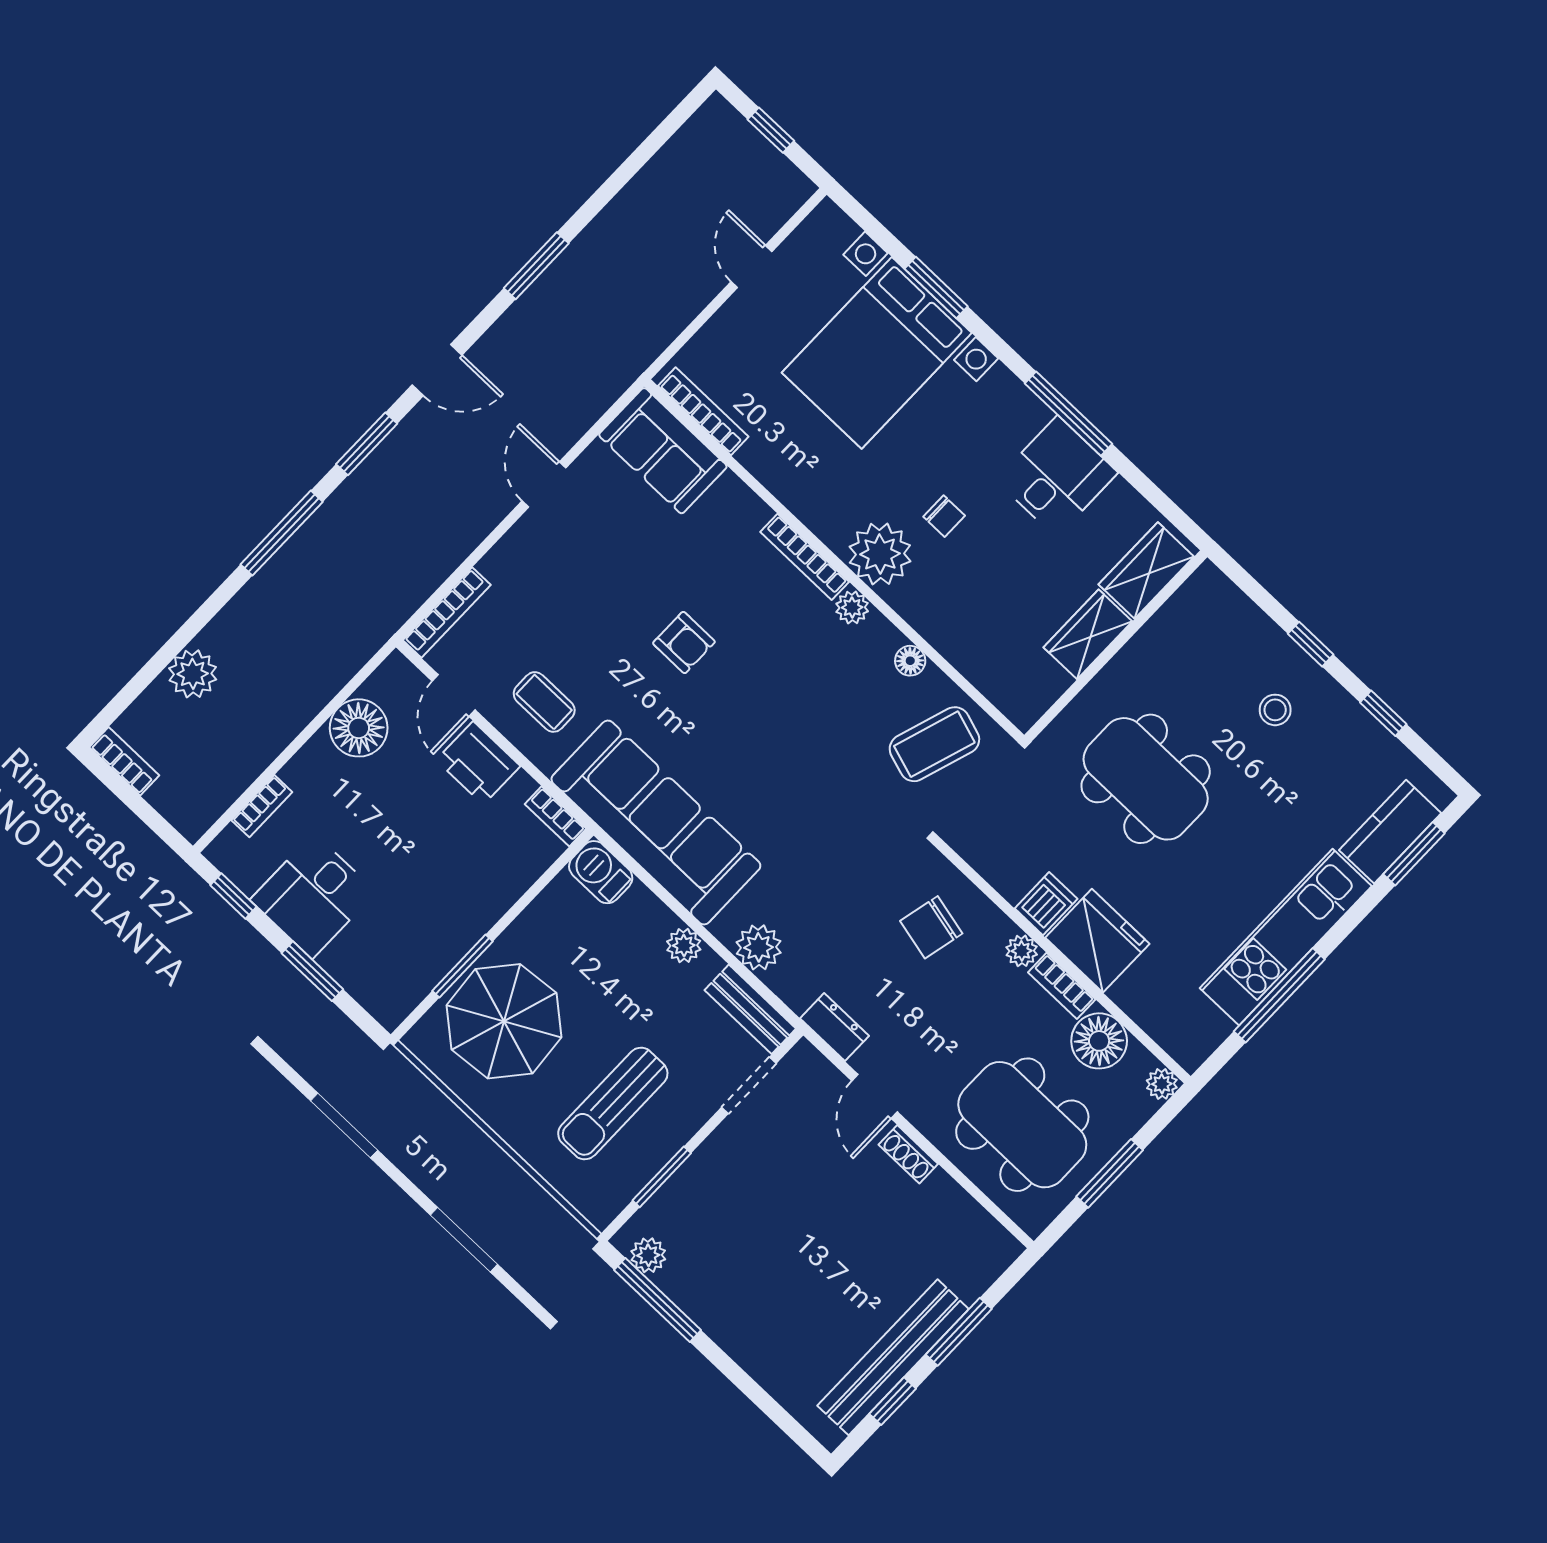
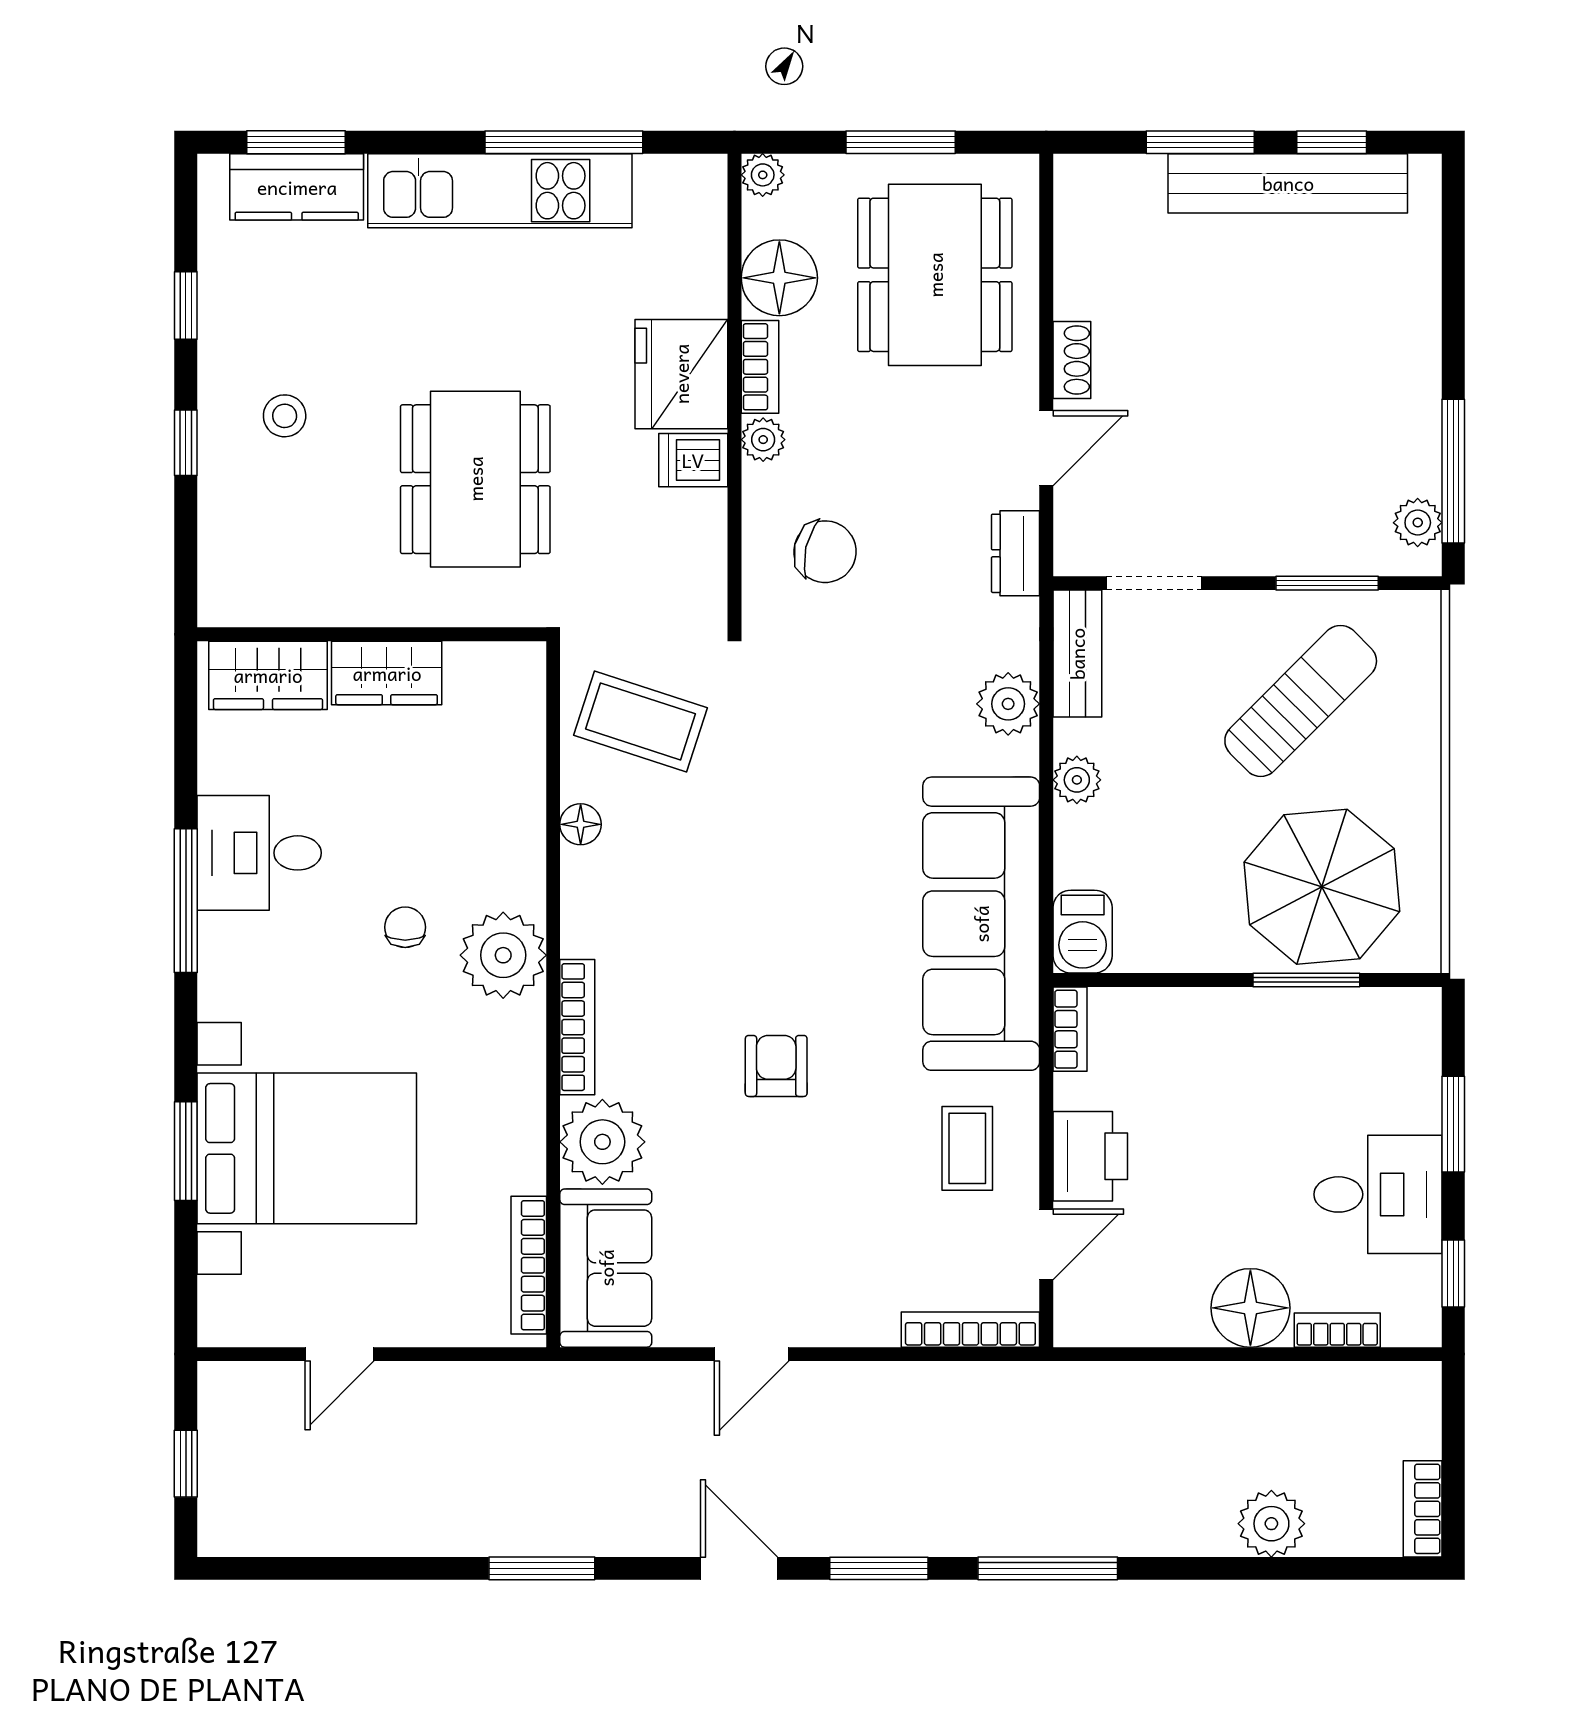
plant: (852, 607) -> (602, 1142), moved, width x1.87, depth x1.87
floor lamp: (359, 728) -> (1250, 1308), moved
sun lounger: (613, 1104) -> (1301, 701), turned -45

